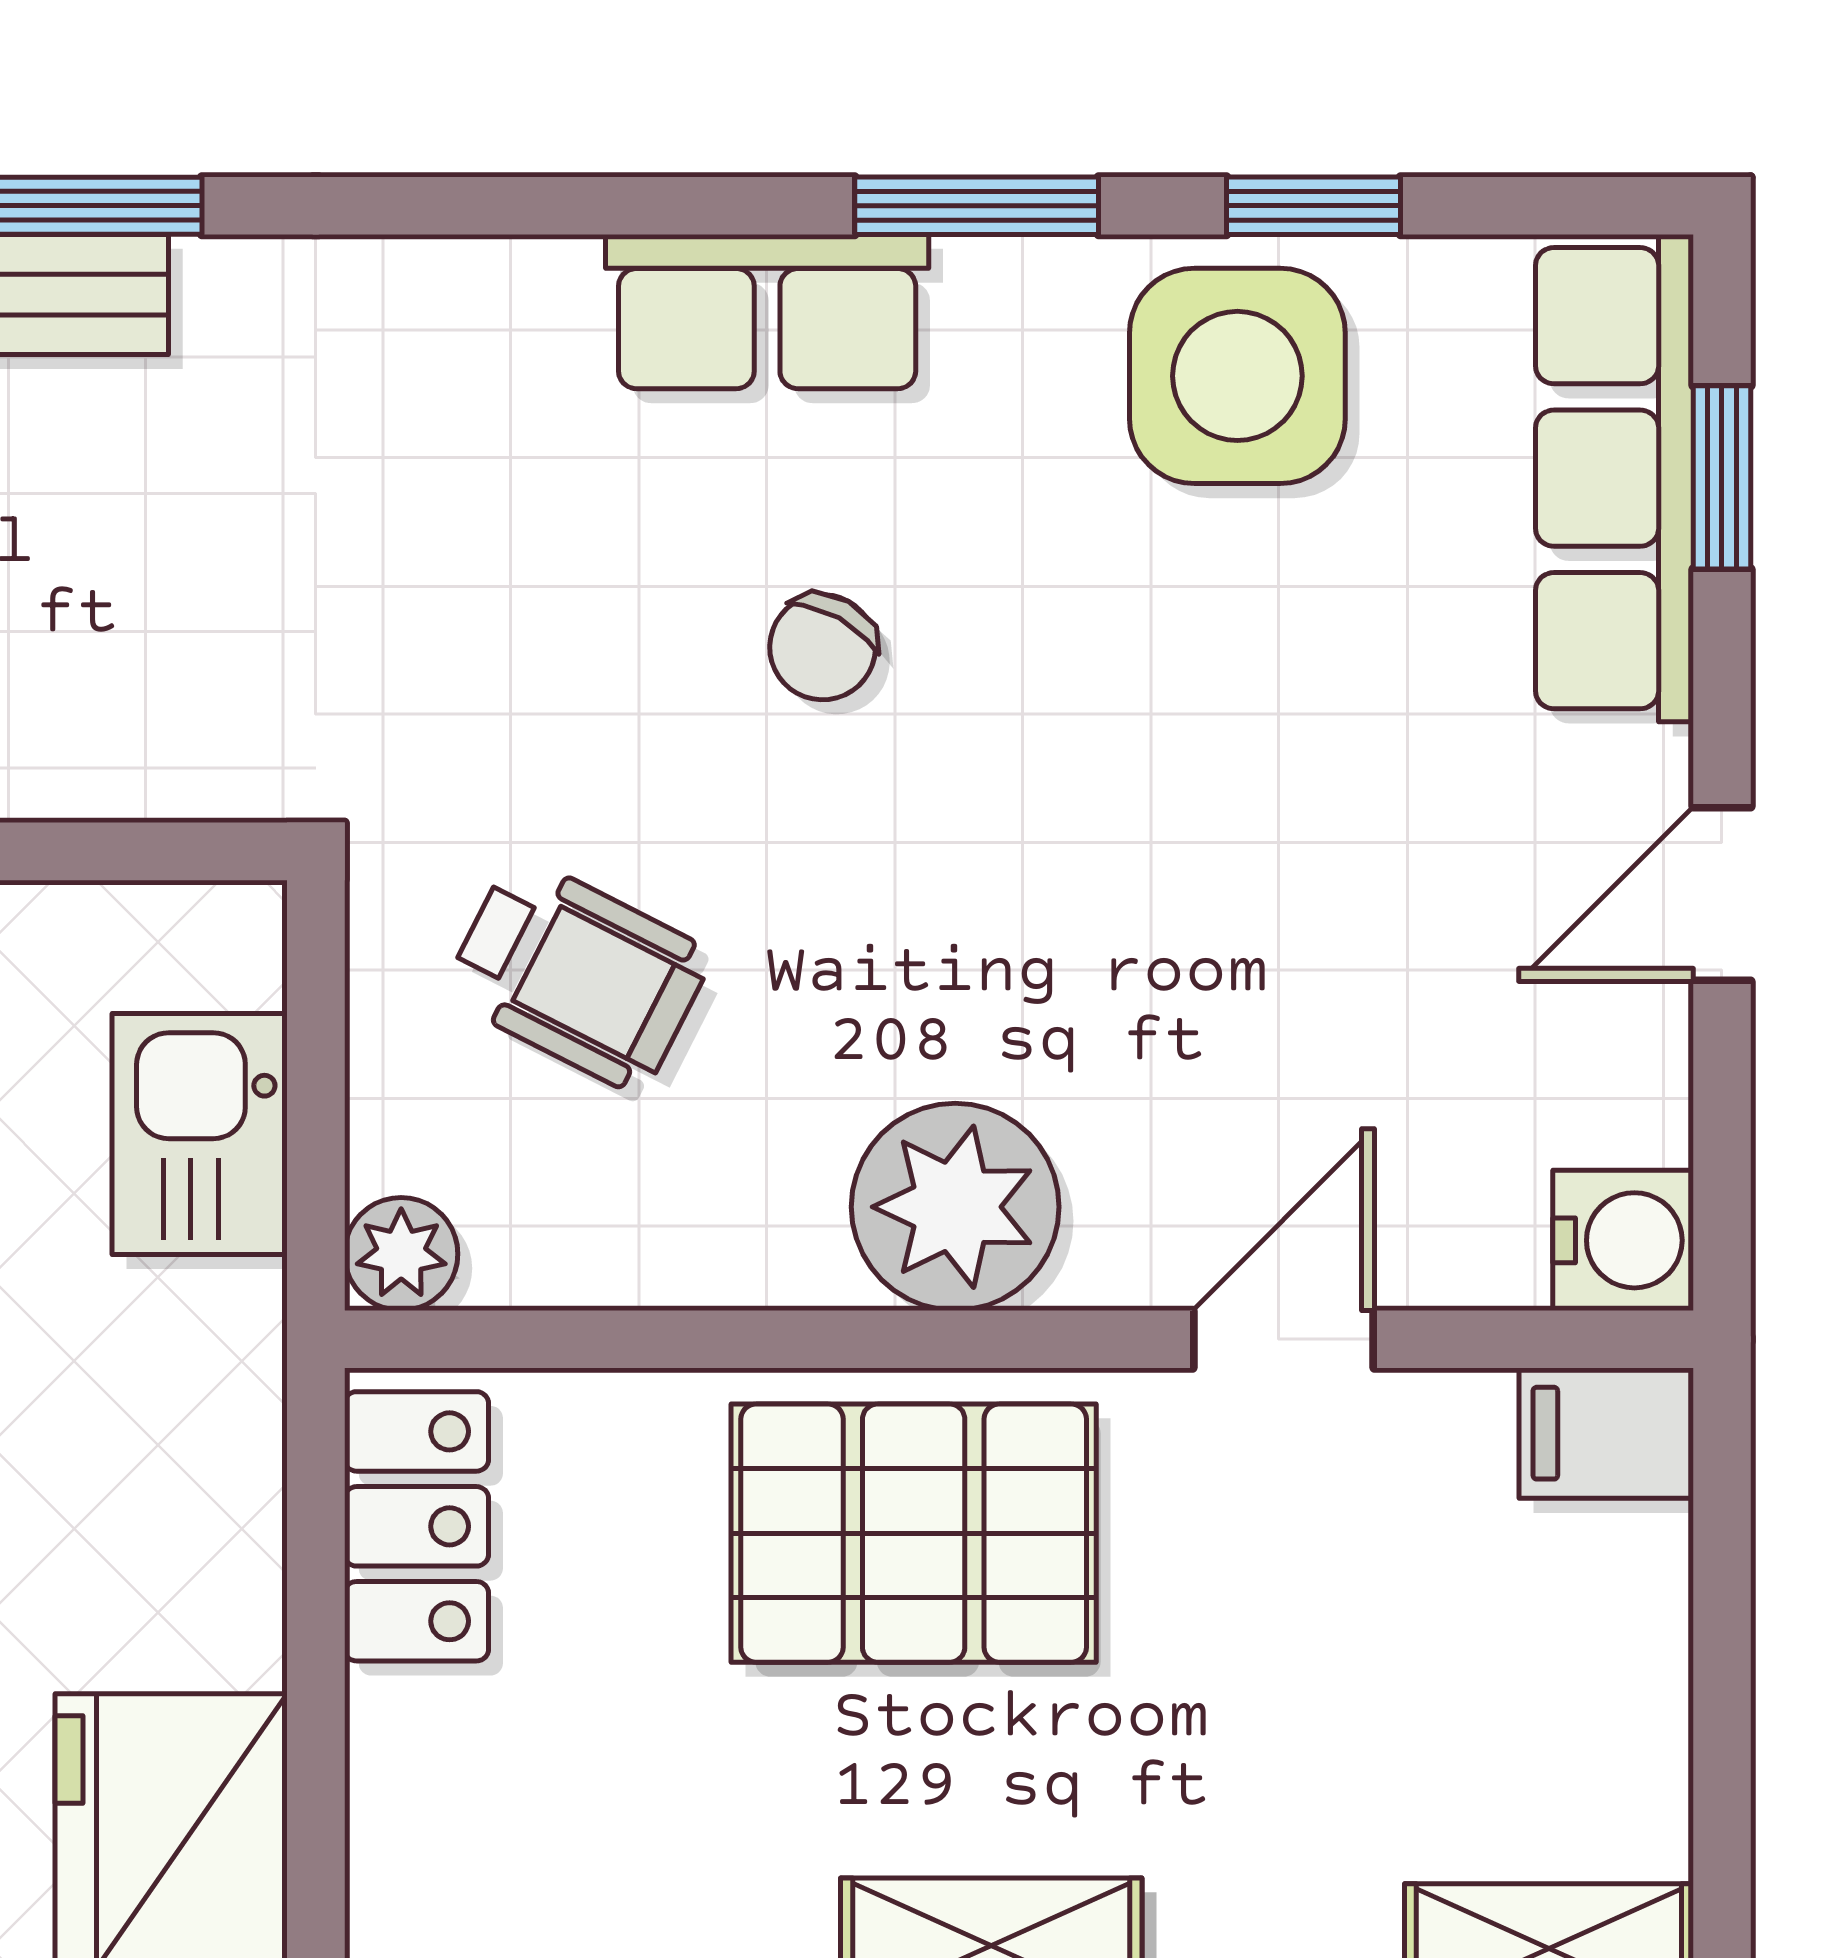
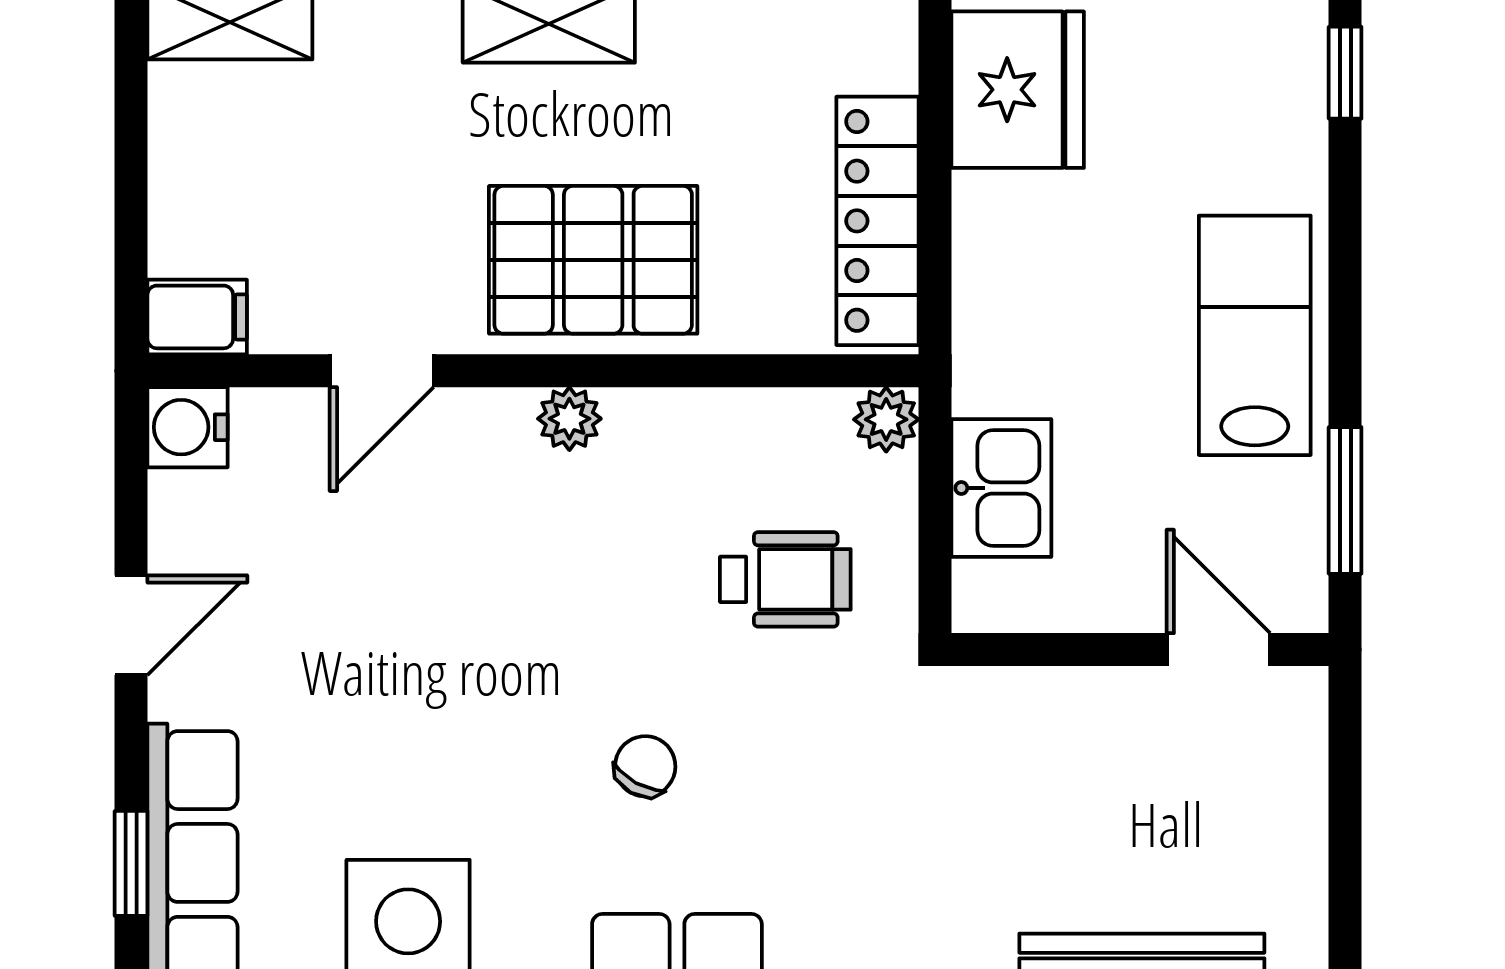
wheelchair: (577, 974) -> (785, 579), turned 153
plant: (955, 1207) -> (569, 419), width x0.53, depth x0.53
locker: (416, 1526) -> (877, 221), width x1.53

